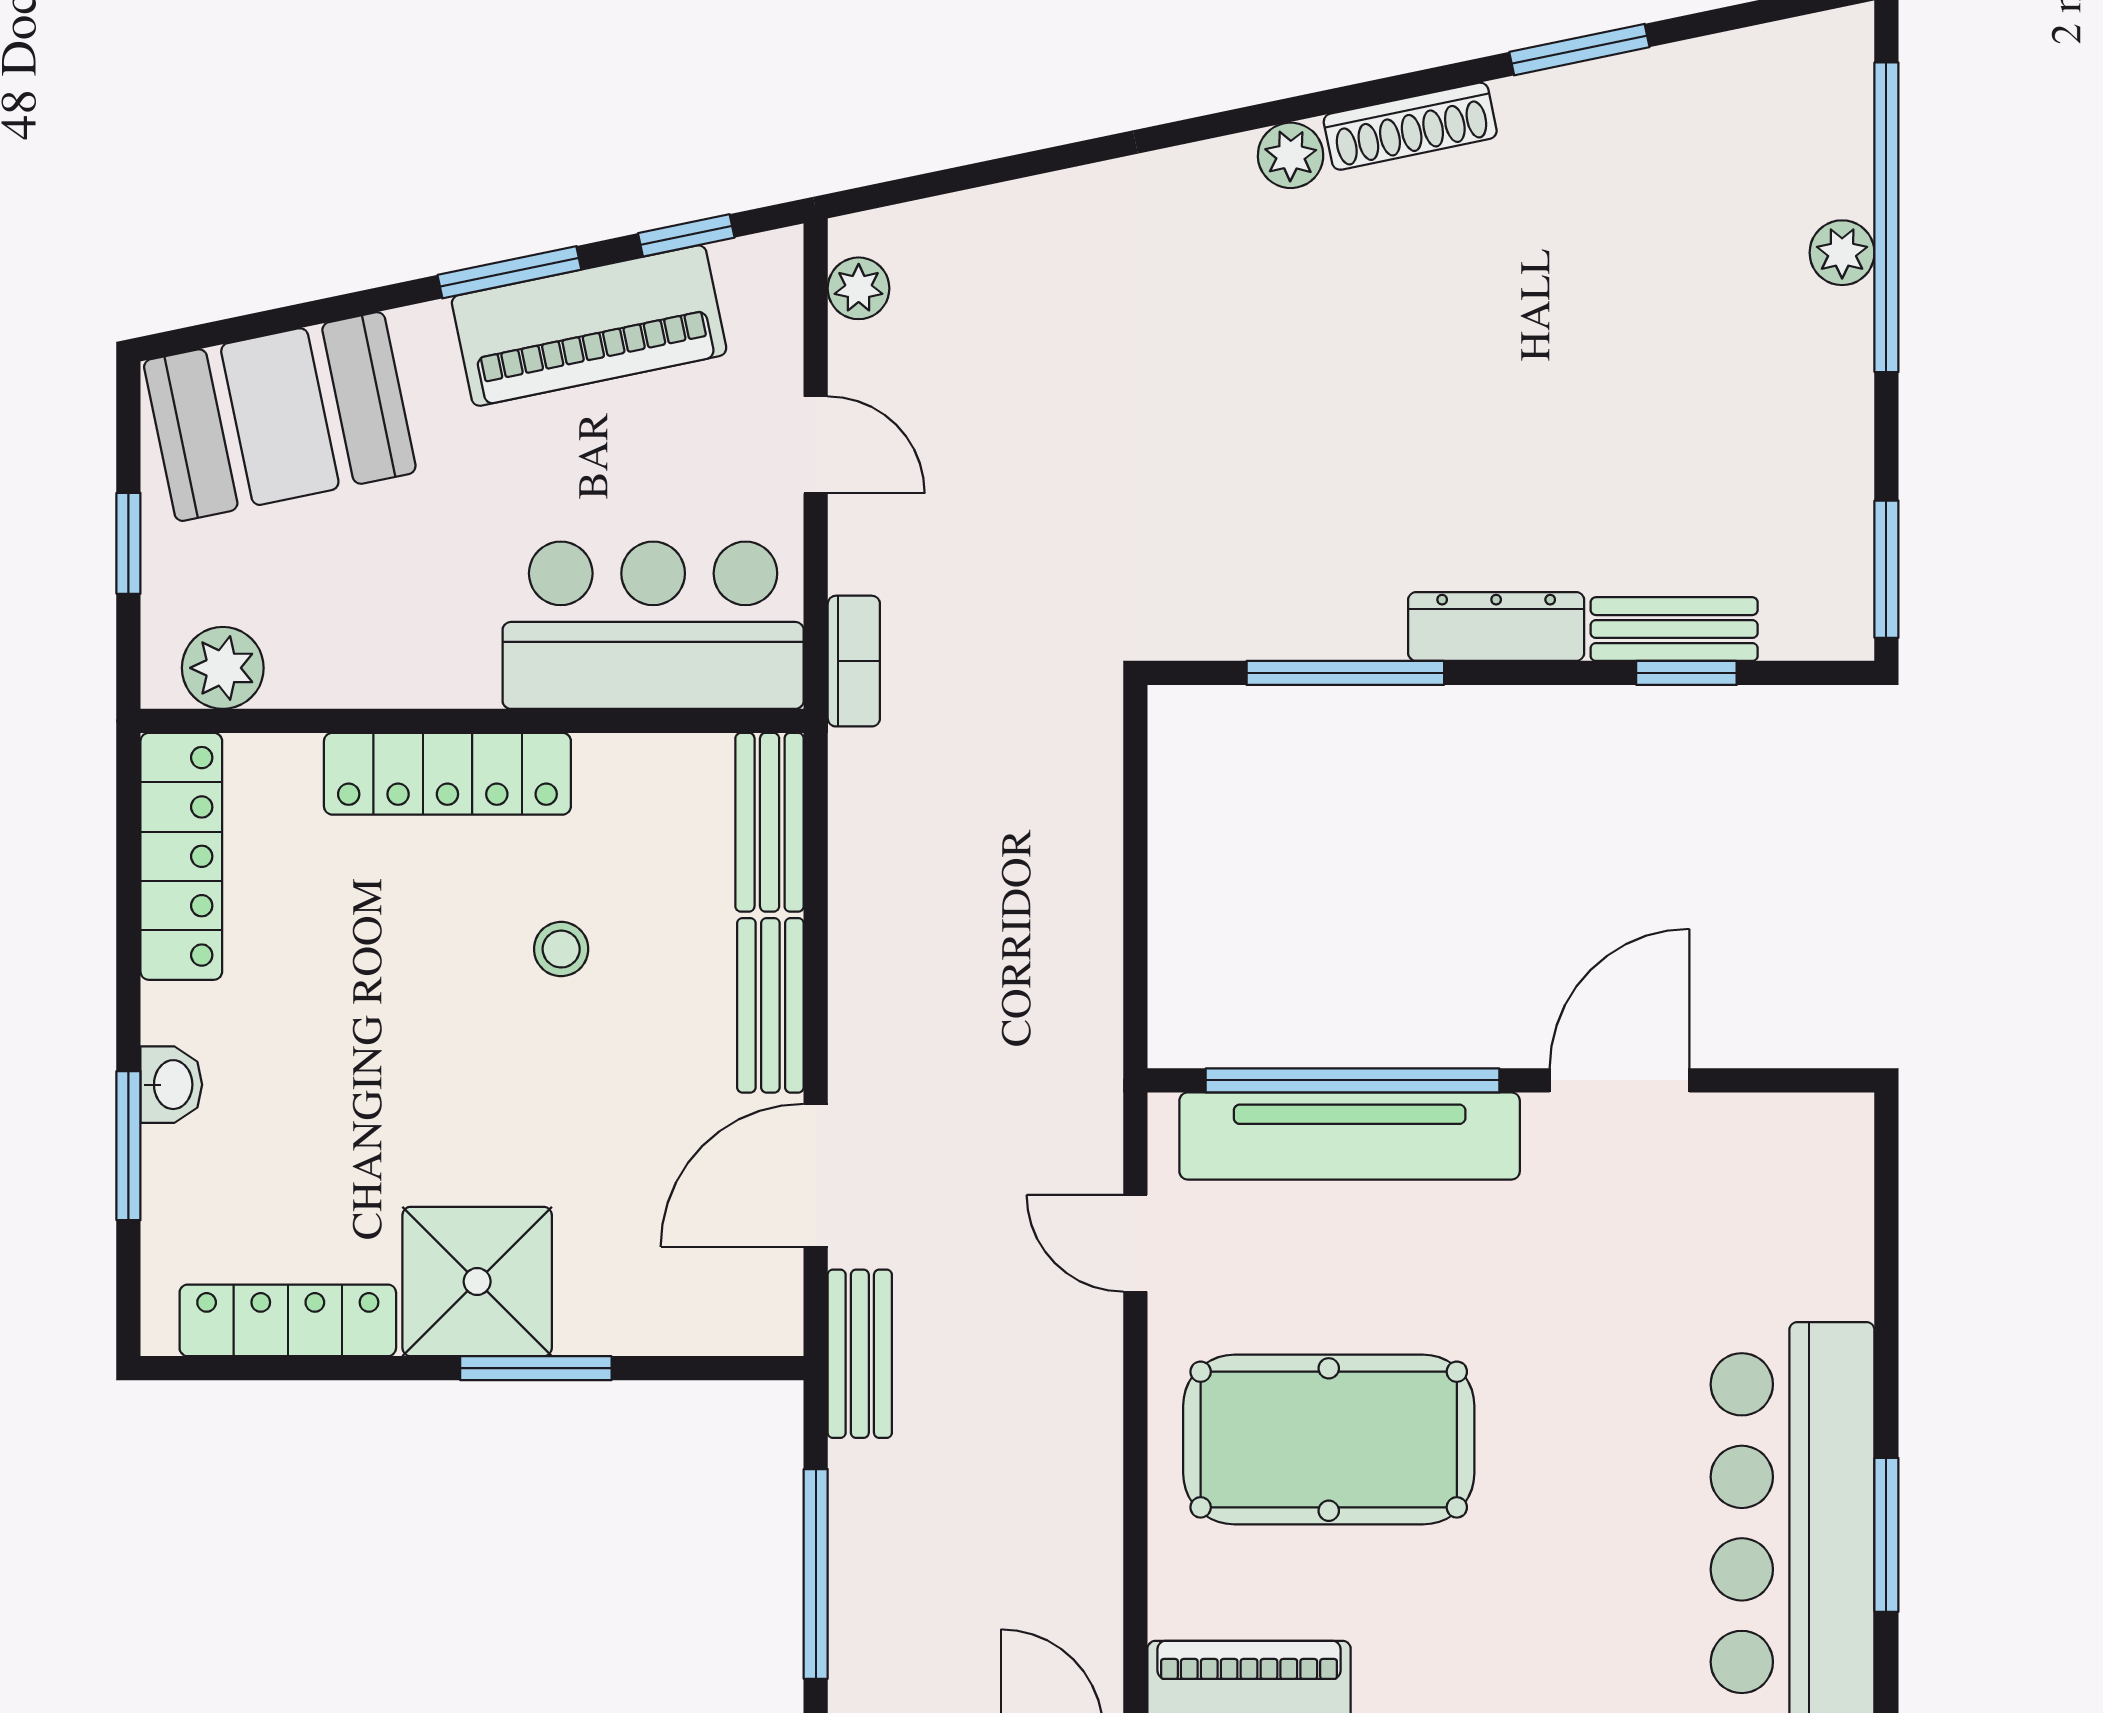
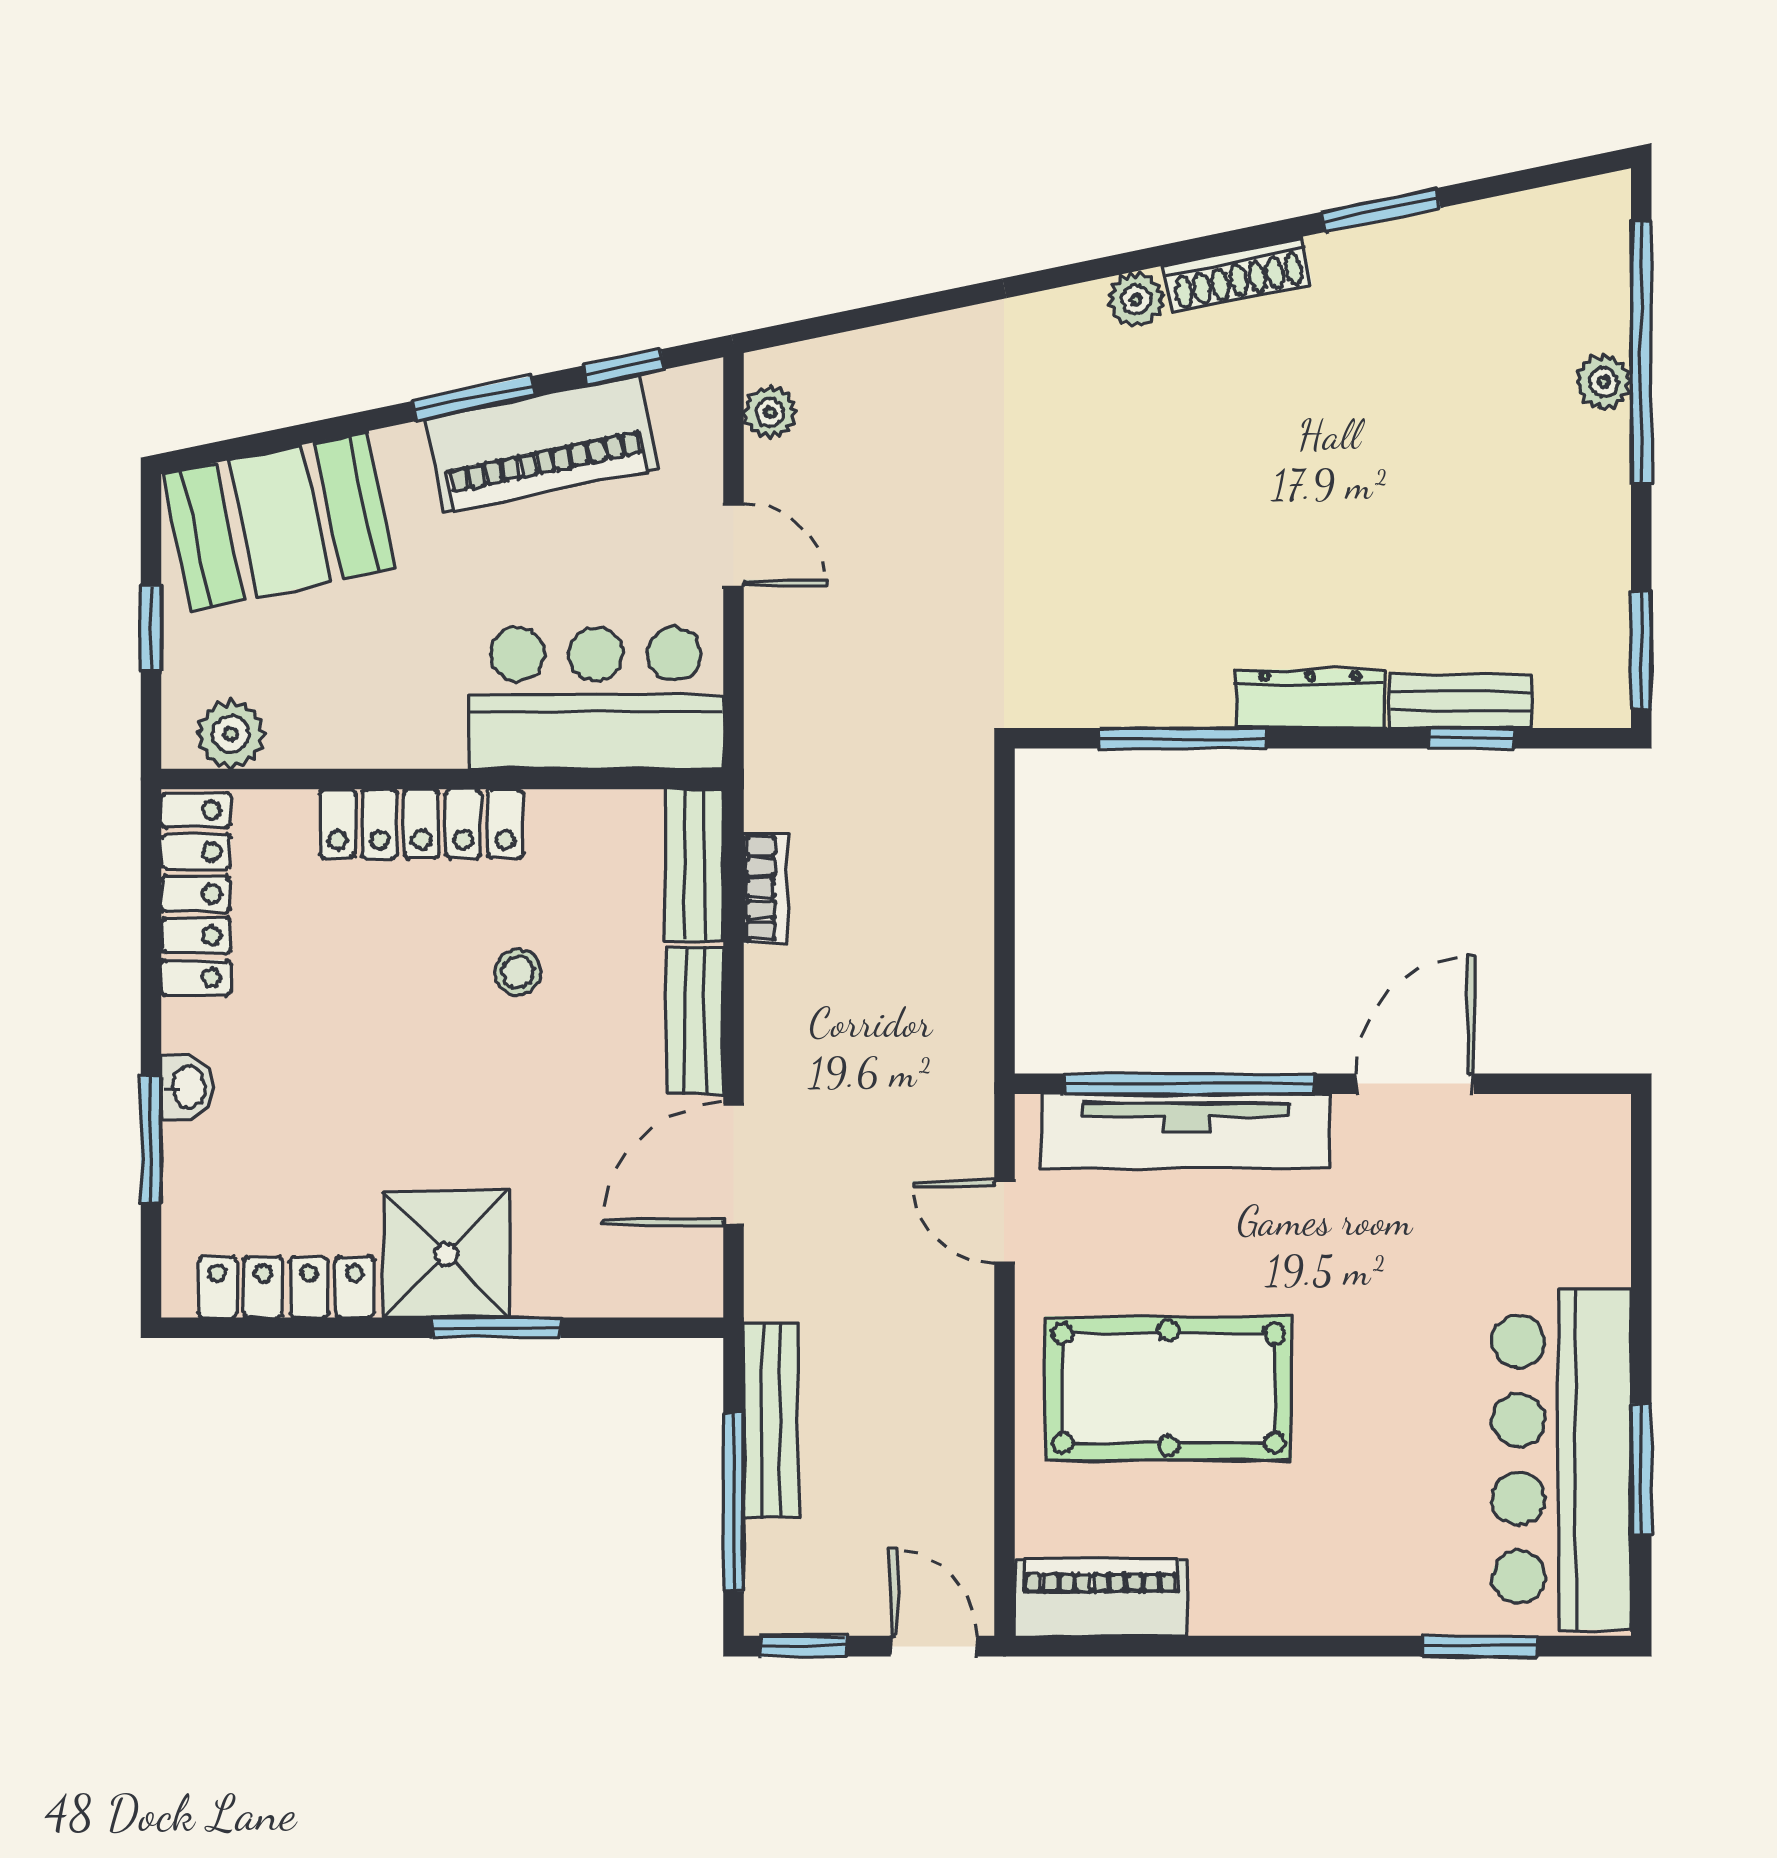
bookcase: (854, 661) -> (766, 888), moved
bench: (860, 1354) -> (771, 1420), moved, width x1.36

